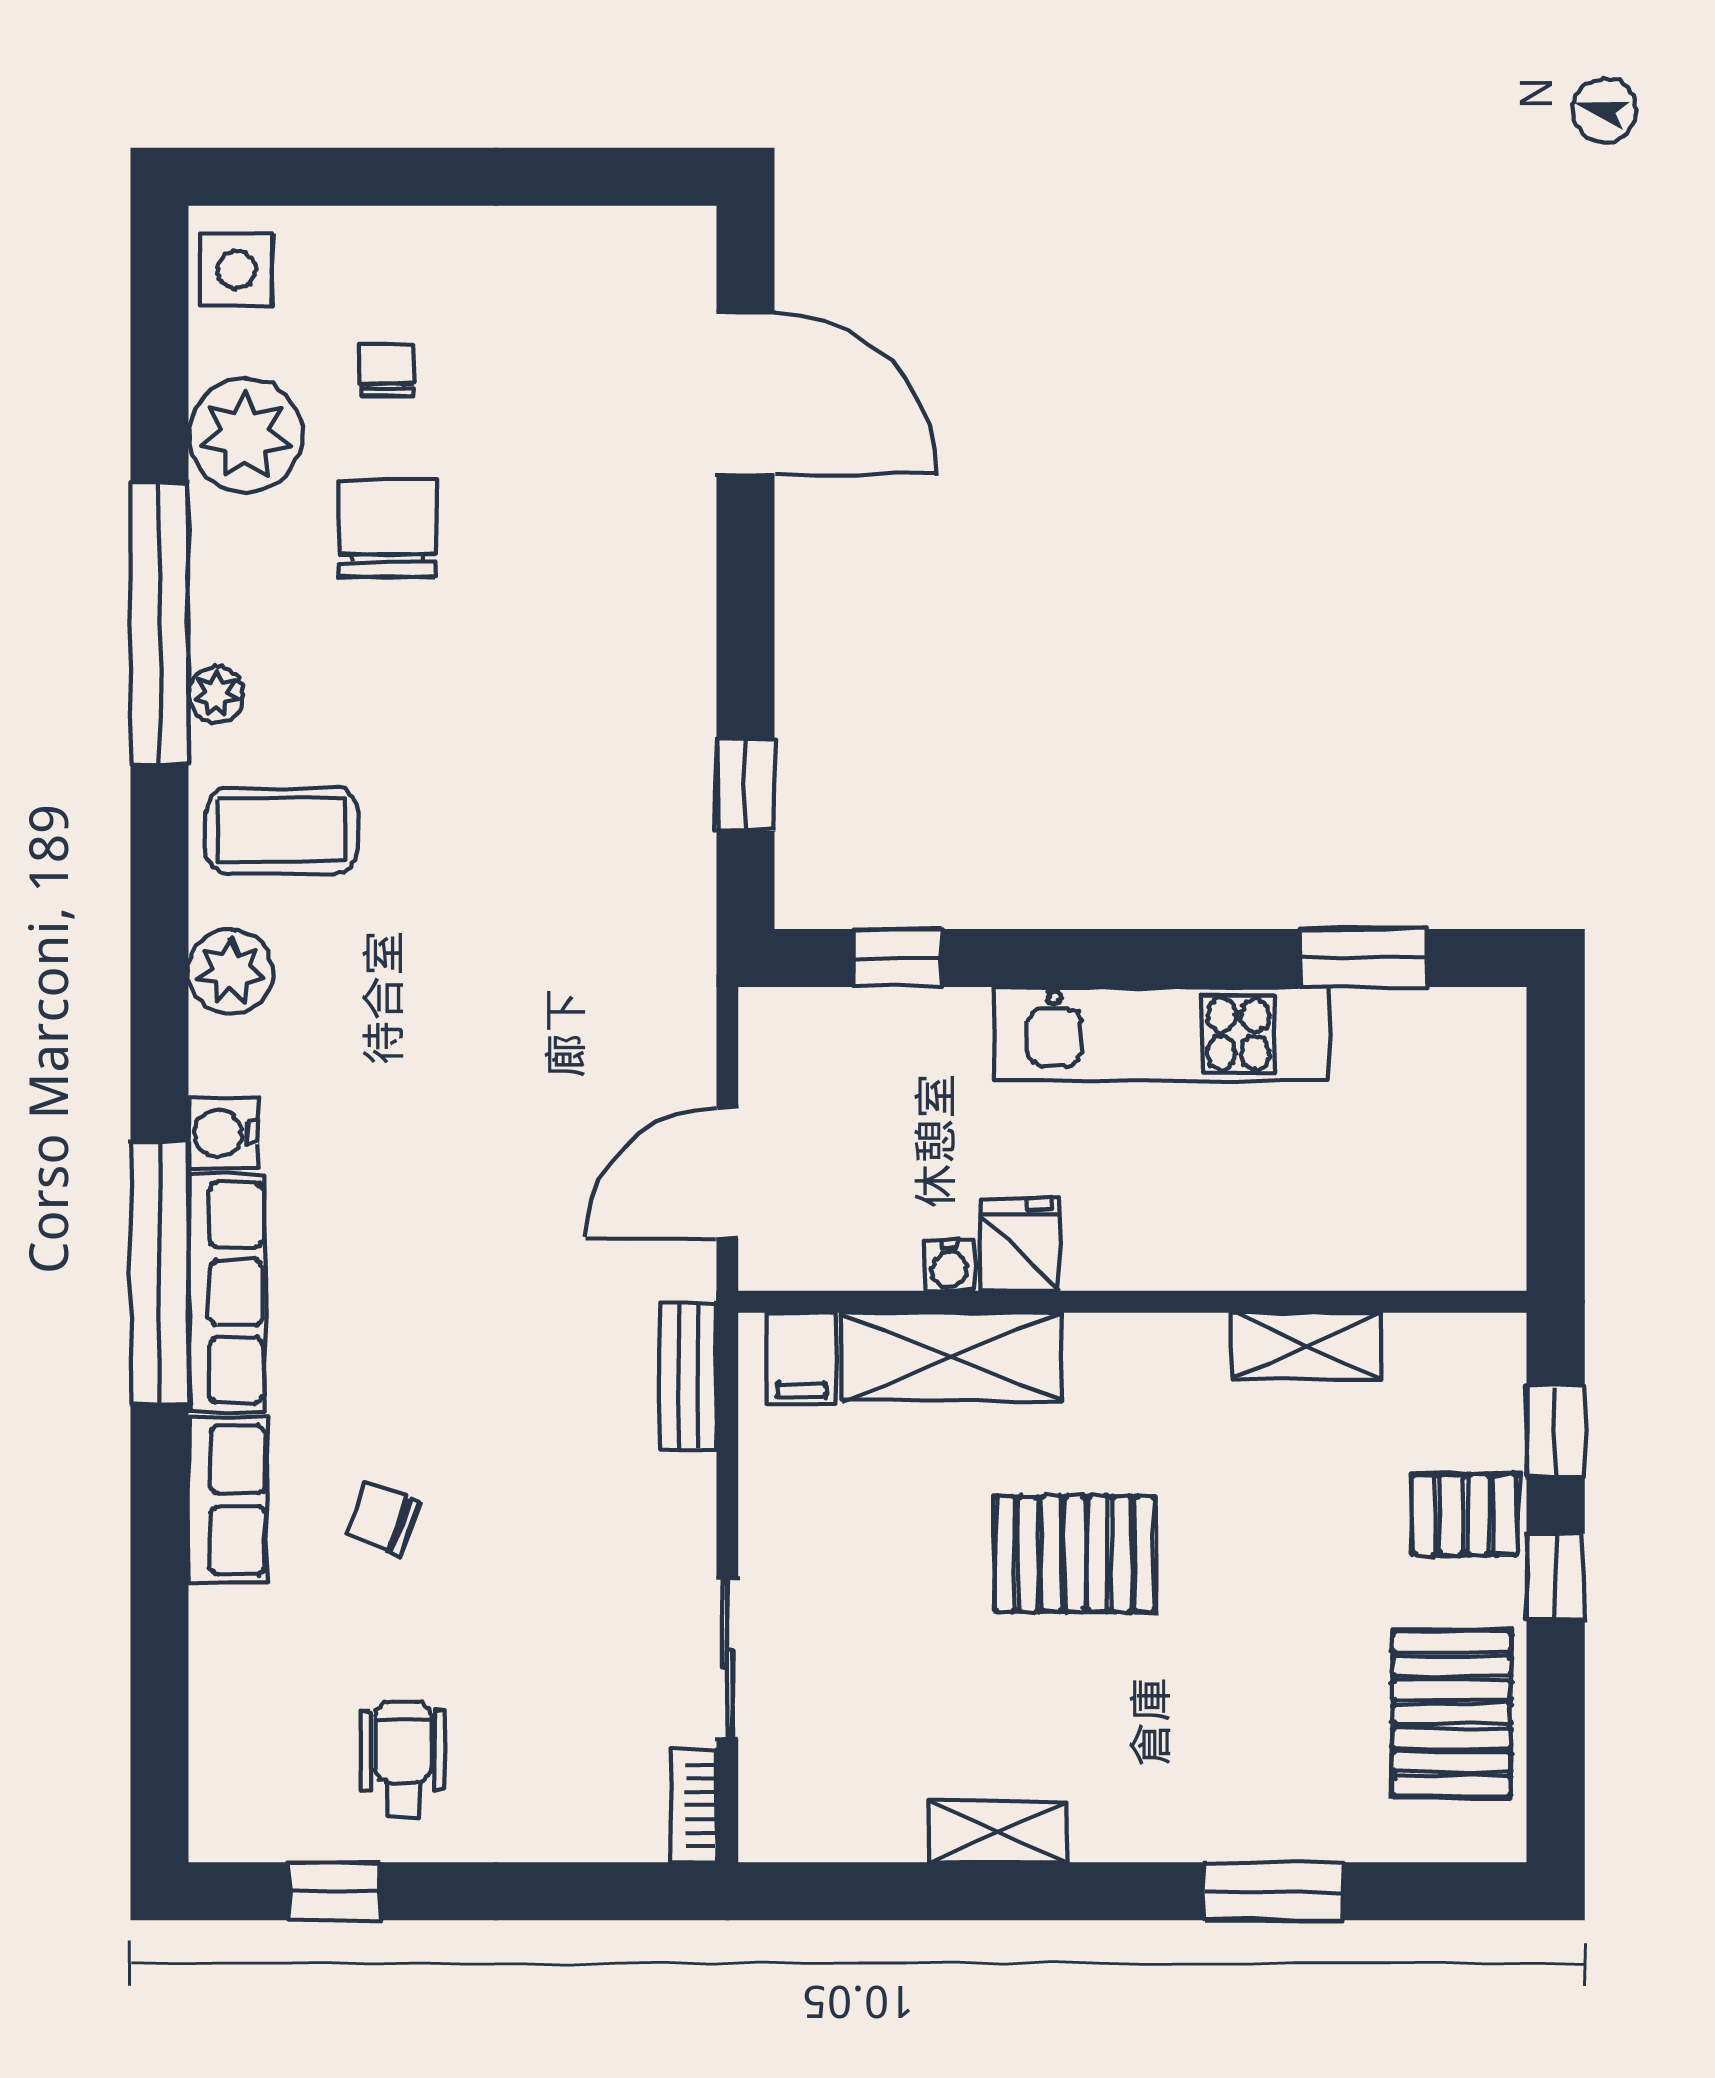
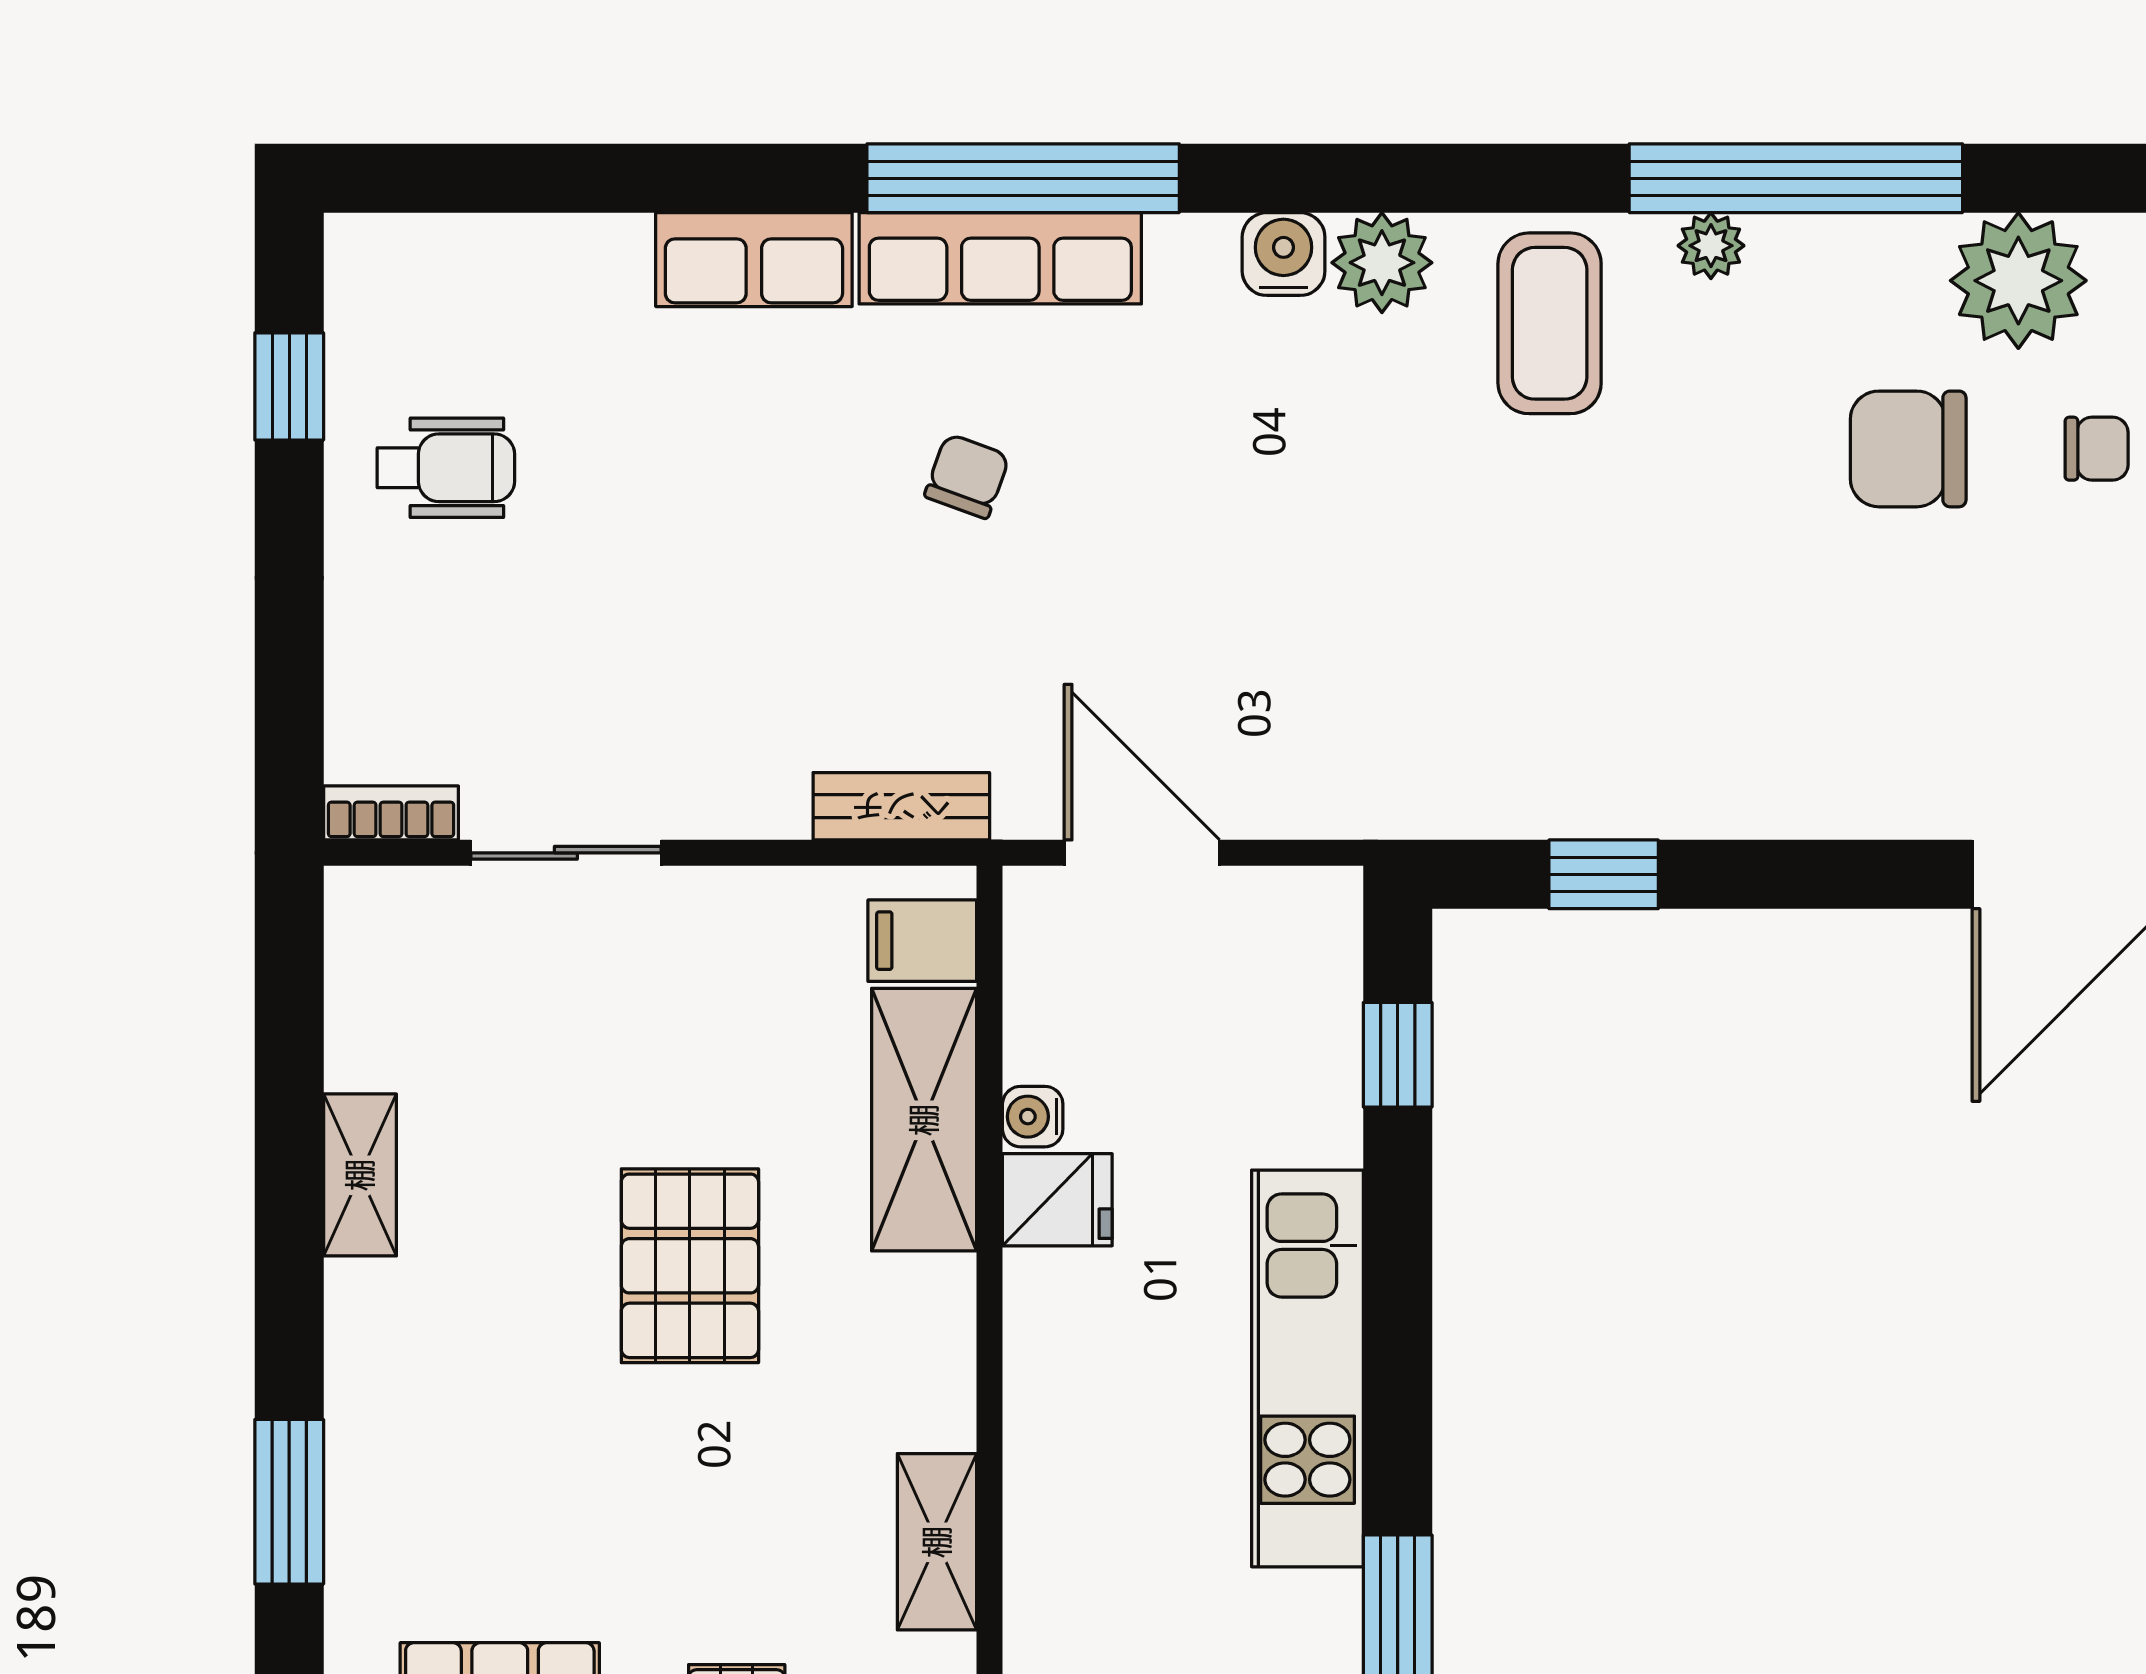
chair: (387, 528) -> (1908, 449), turned 180
water cooler: (223, 1133) -> (1284, 254), moved
chair: (383, 1519) -> (967, 476), moved

